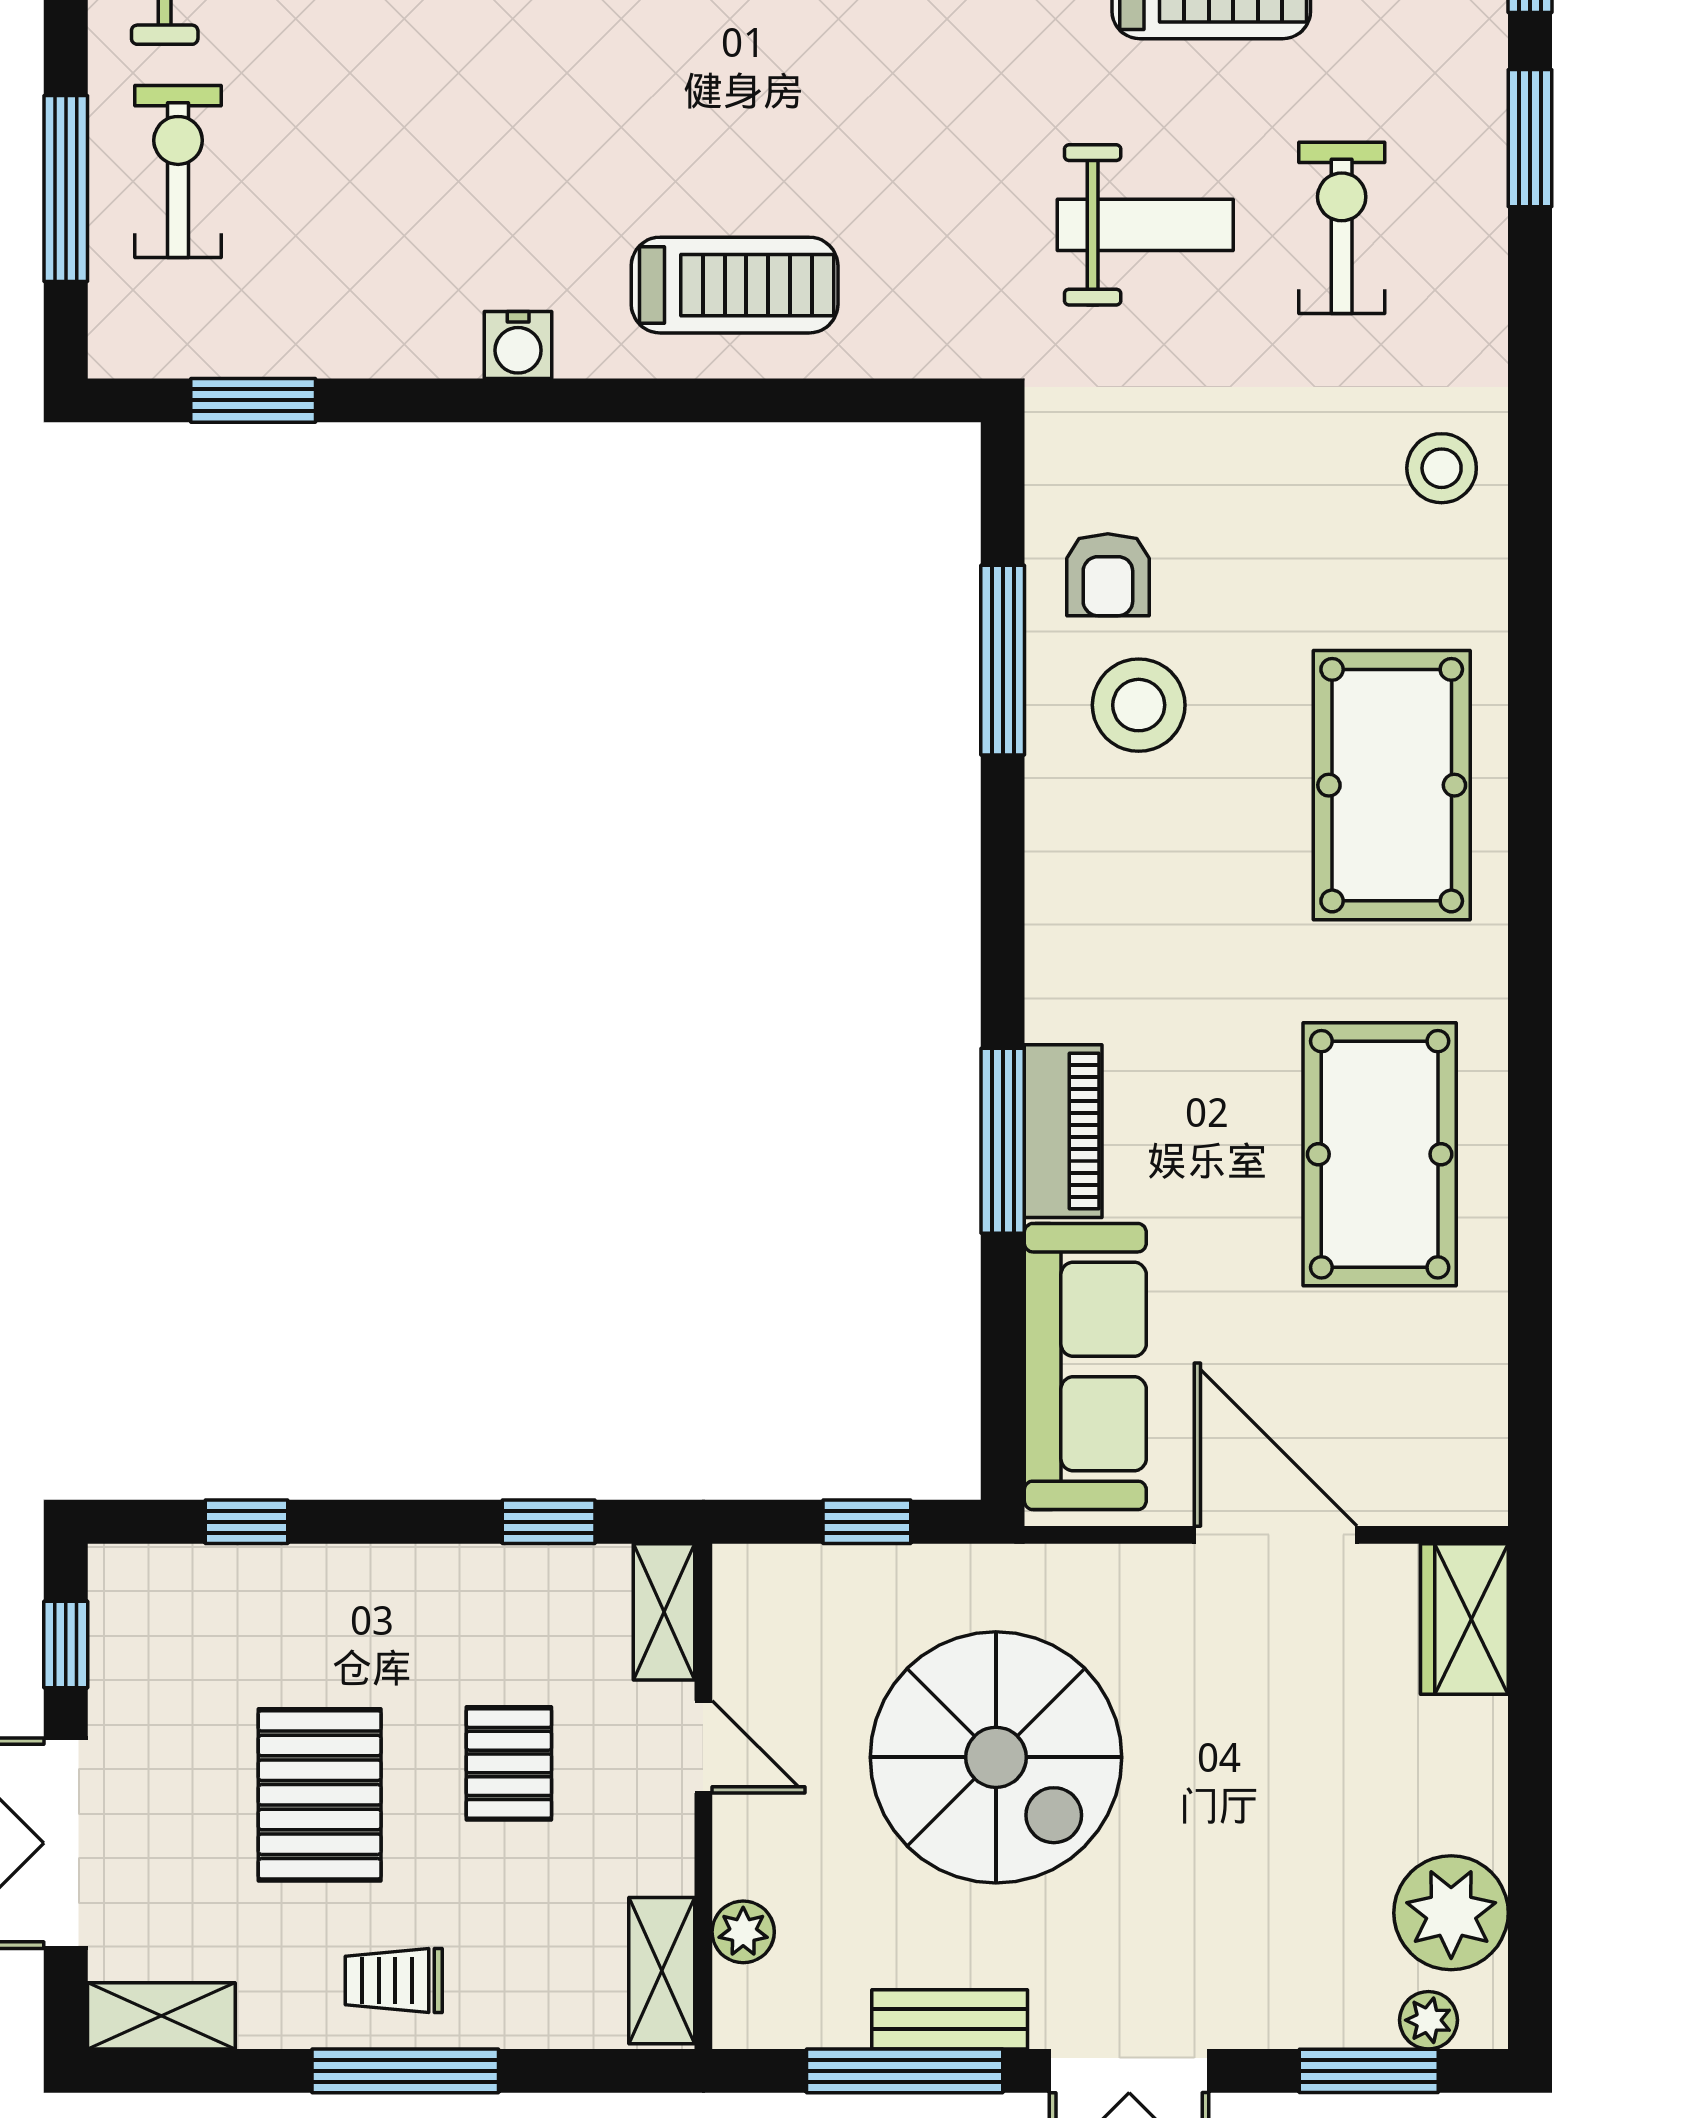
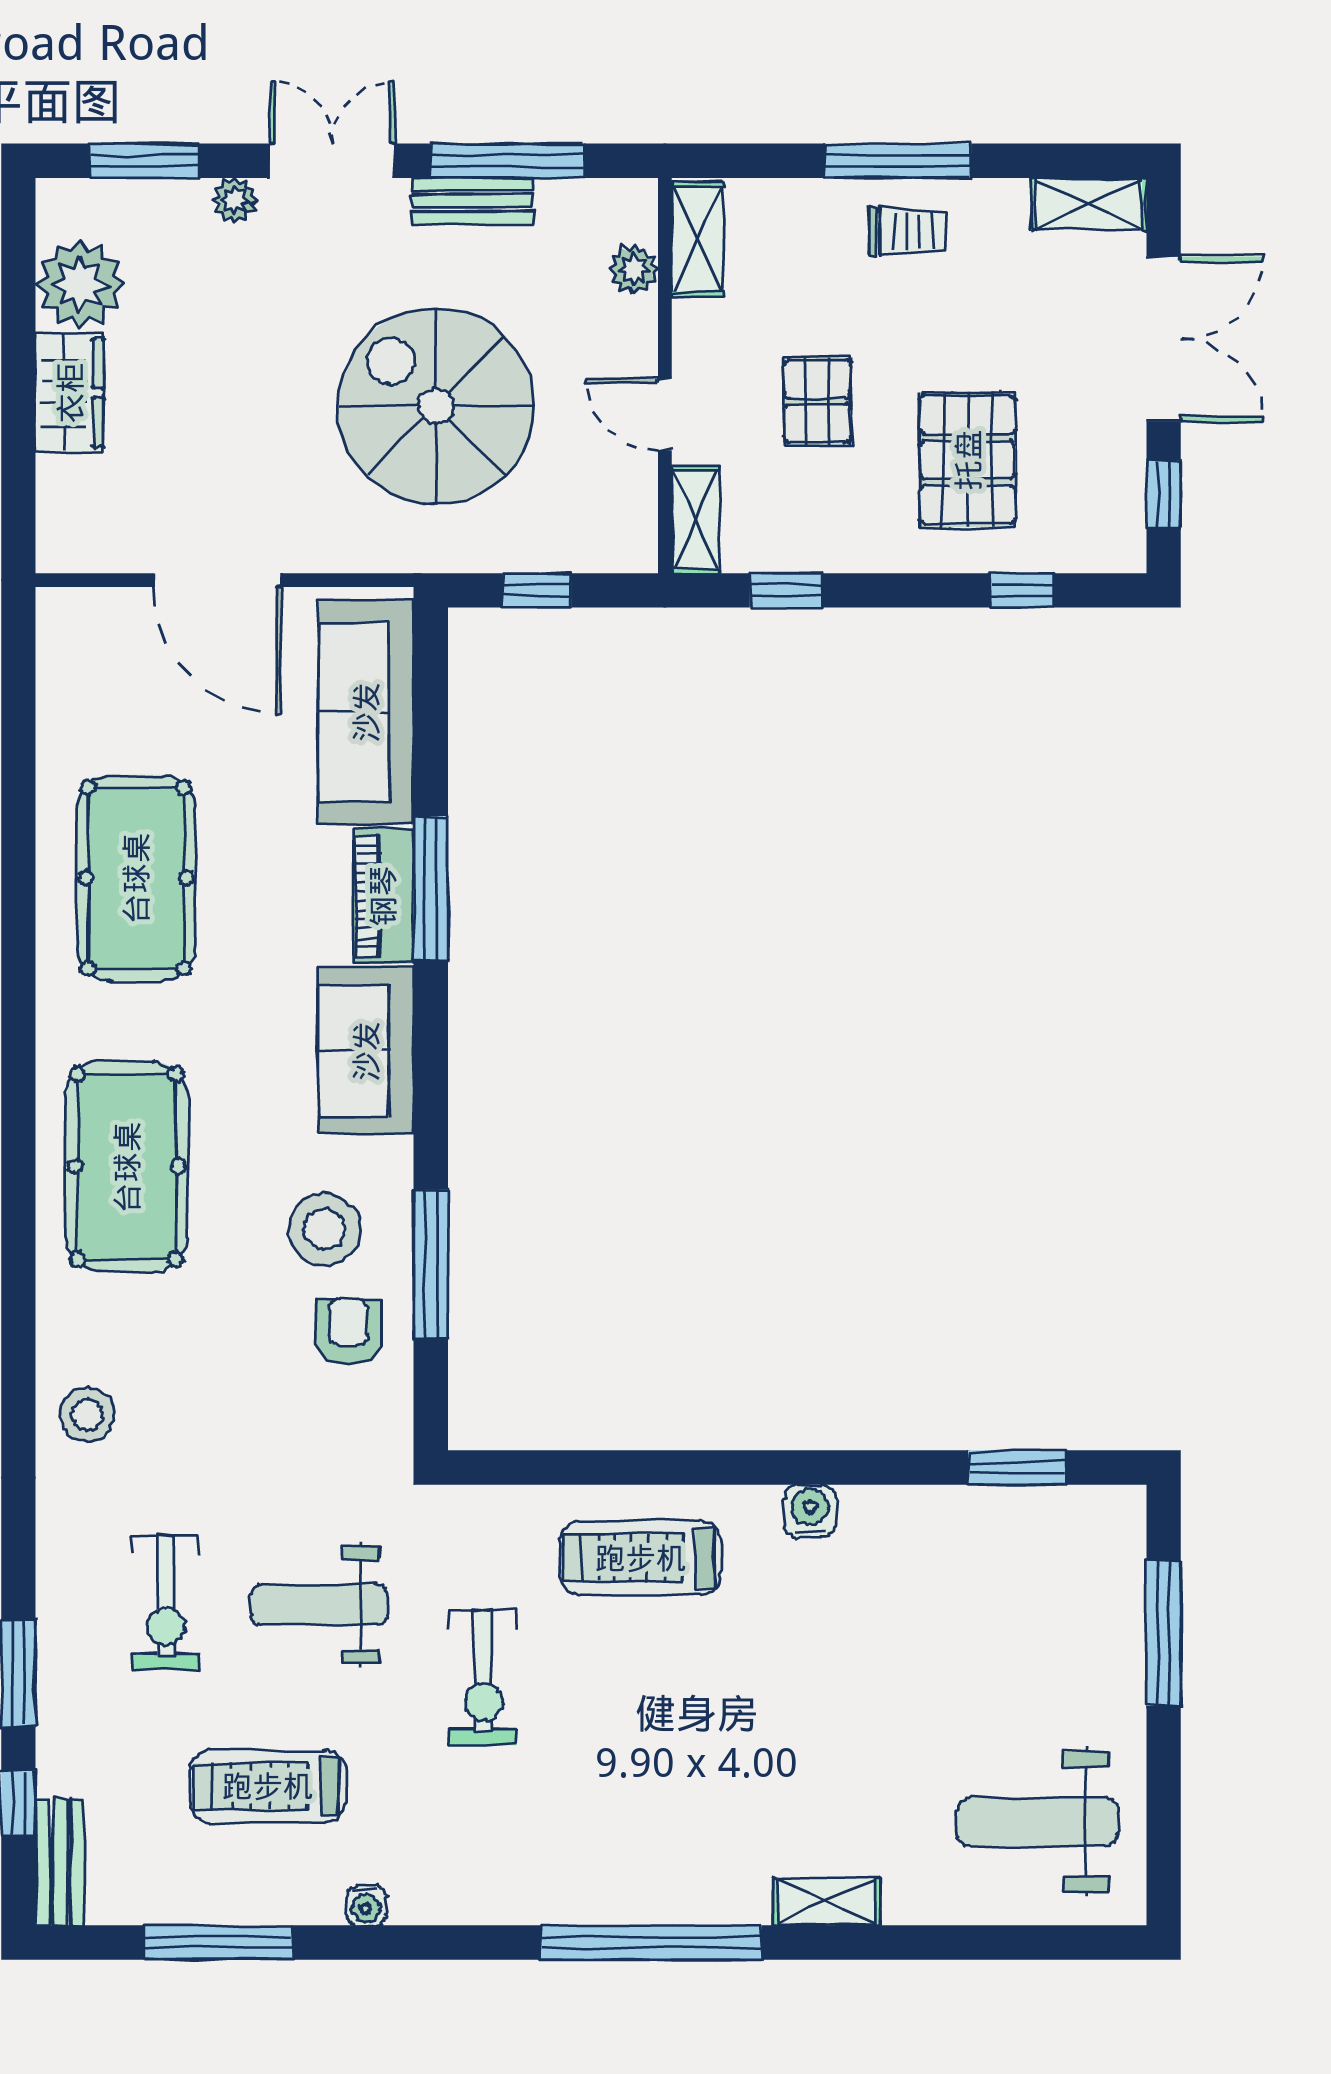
exercise bike: (178, 171) -> (483, 1678), moved
sofa: (1086, 933) -> (366, 1051), added
wardrobe: (1464, 1619) -> (70, 393), moved
pallet: (320, 1795) -> (968, 460), moved
plant: (1428, 2020) -> (235, 200), moved

